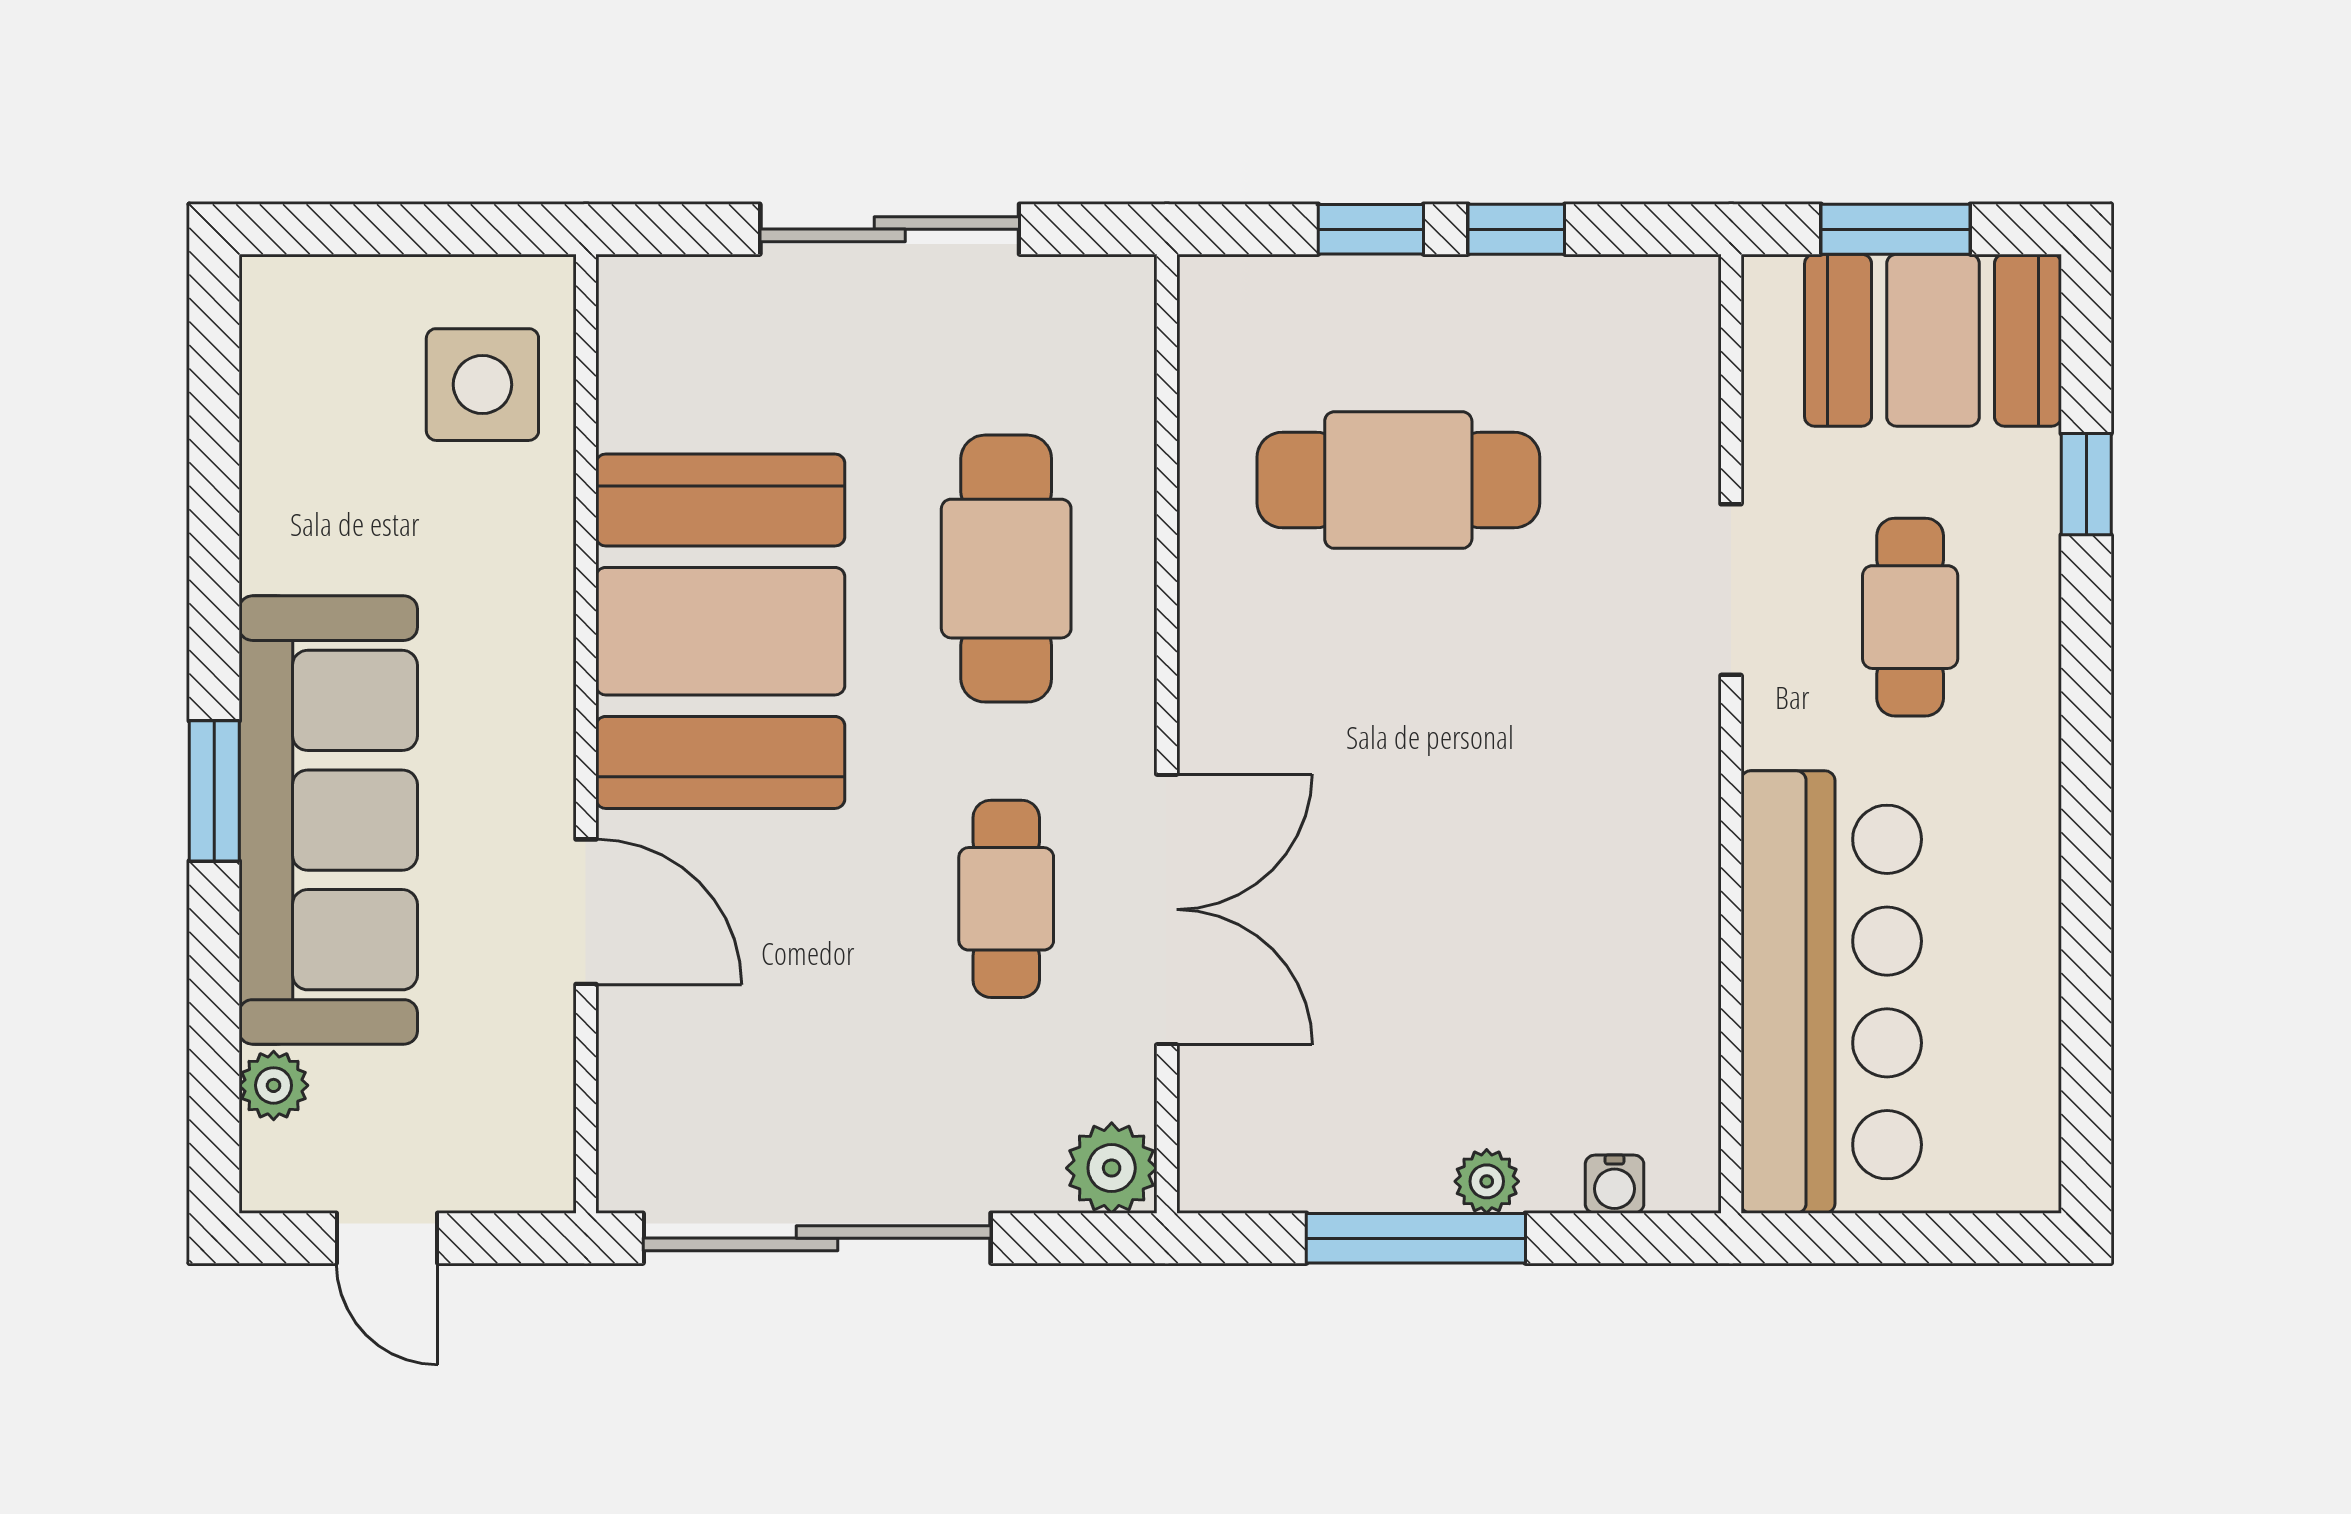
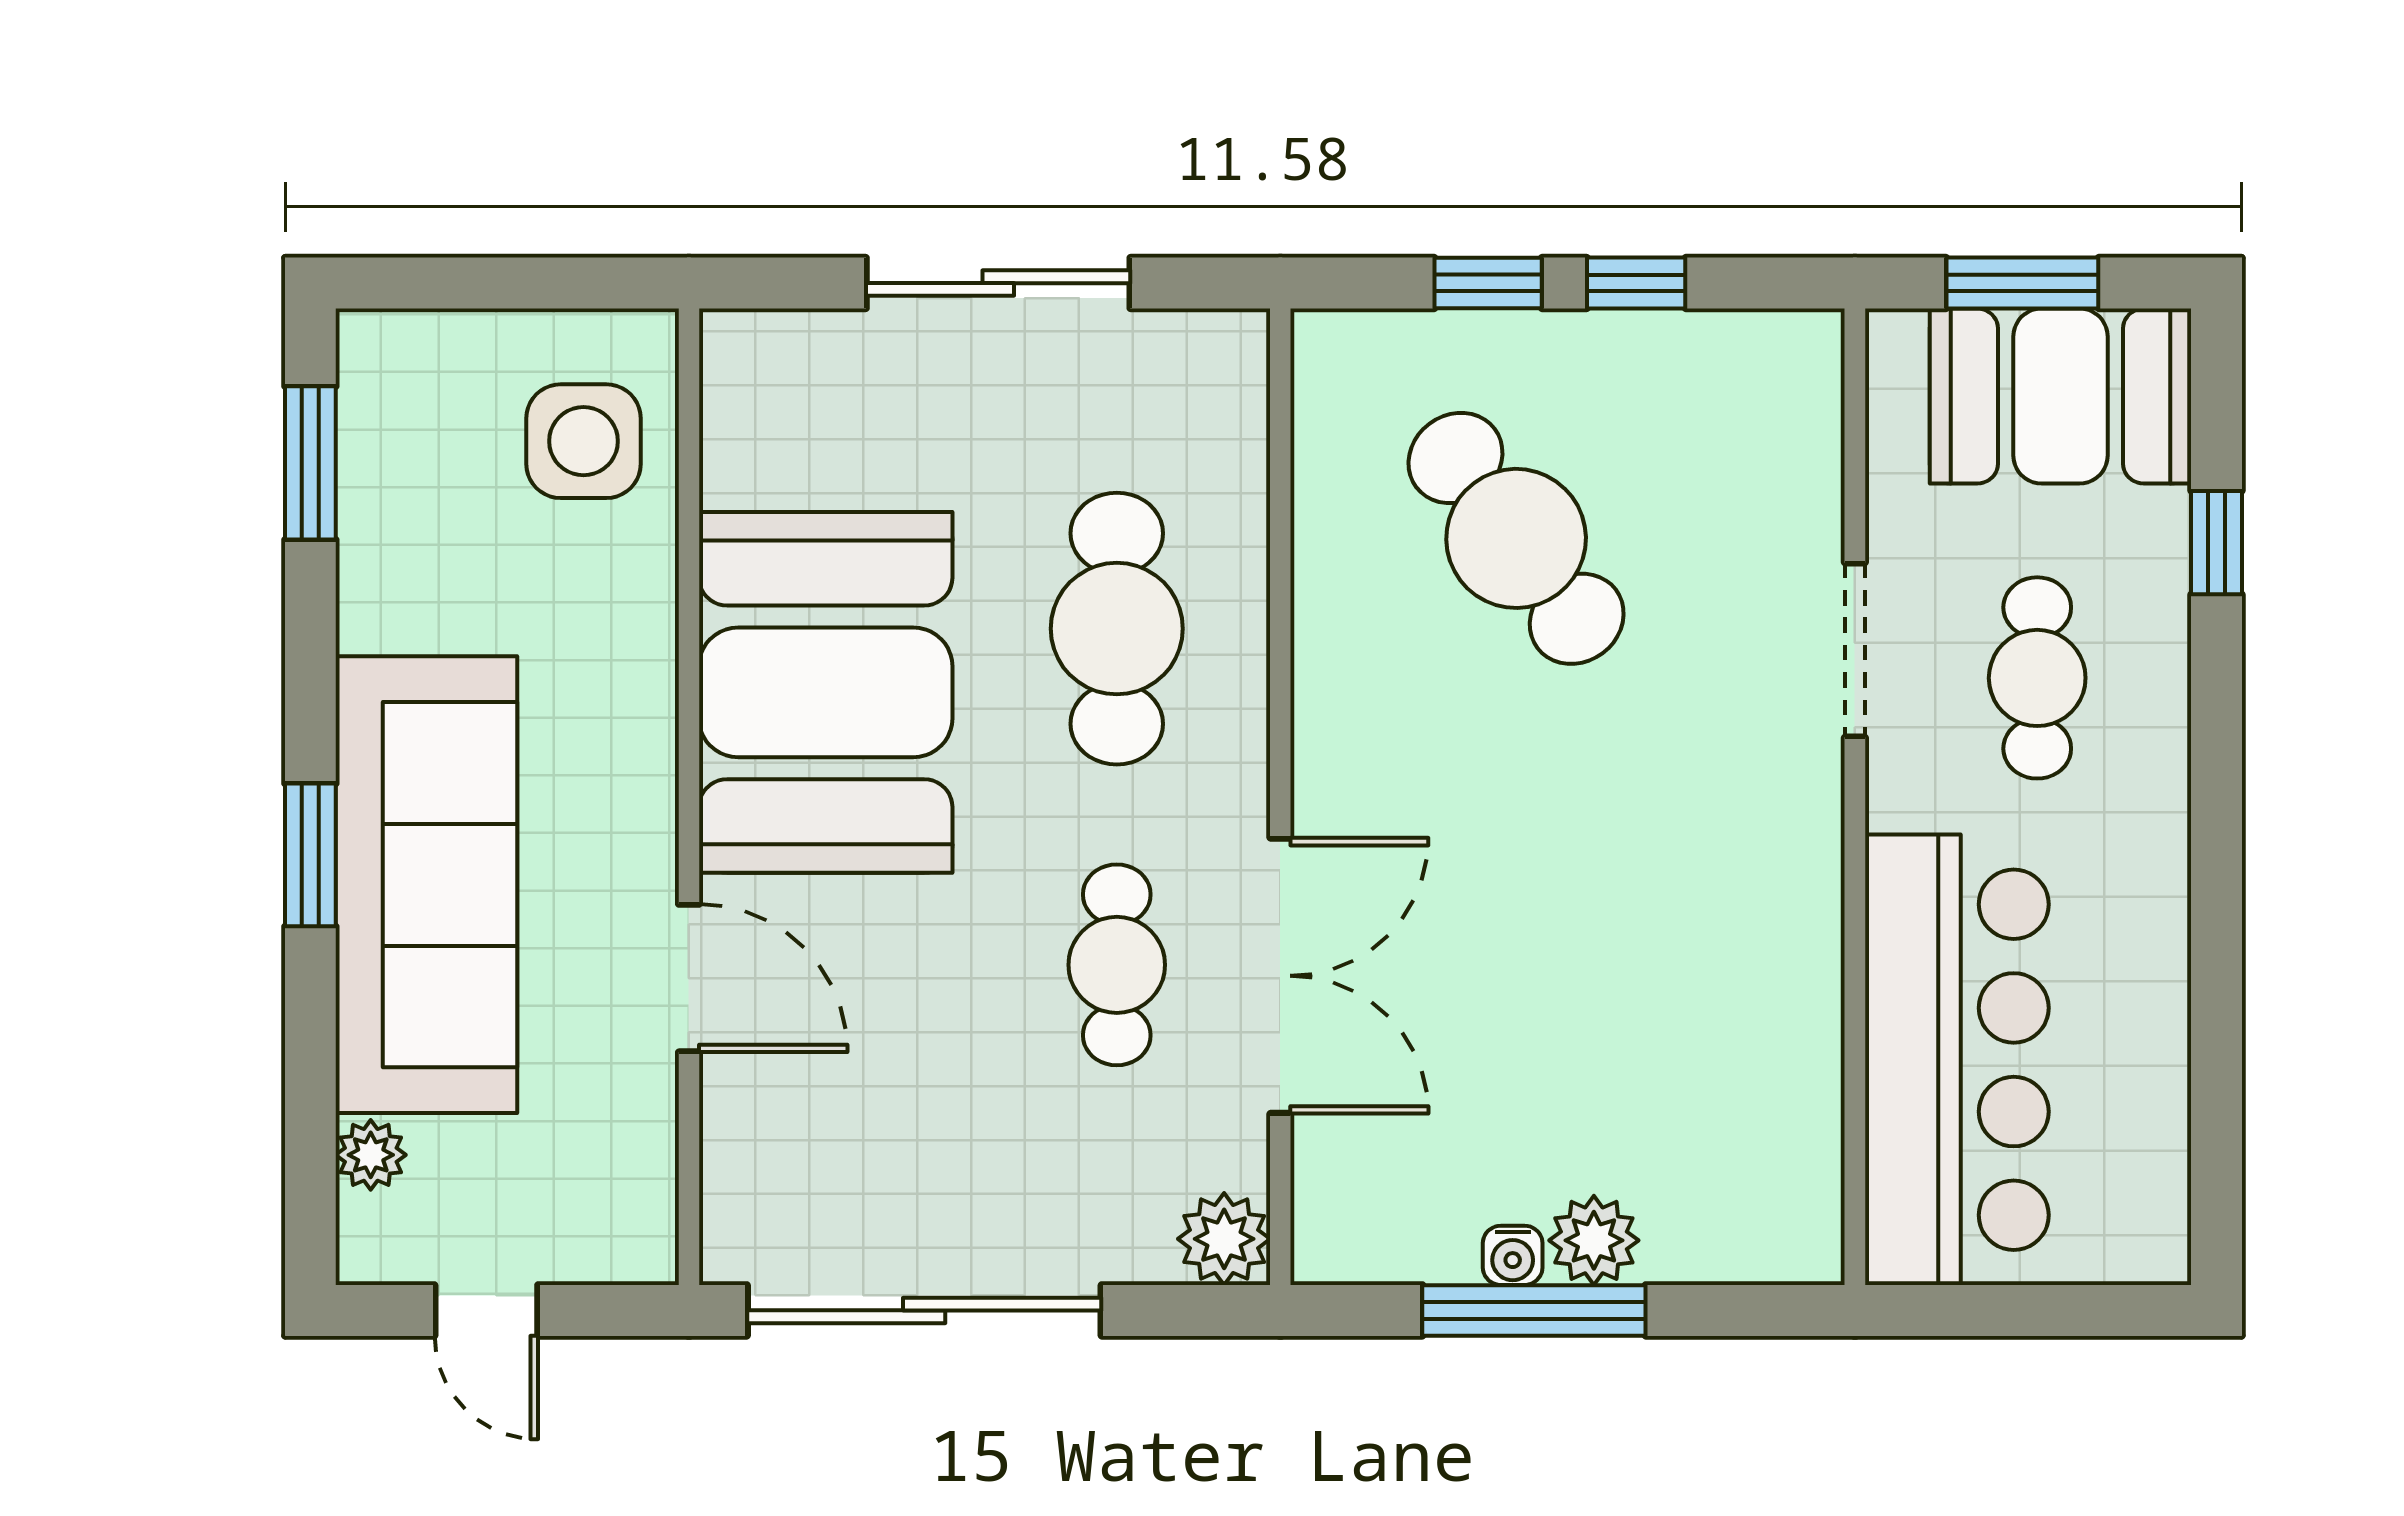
window: (214, 406) -> (310, 463), added
cafe table: (1398, 480) -> (1516, 538), turned 53
plant: (1487, 1181) -> (1594, 1240), width x1.38, depth x1.38
water cooler: (1615, 1184) -> (1513, 1255), moved

